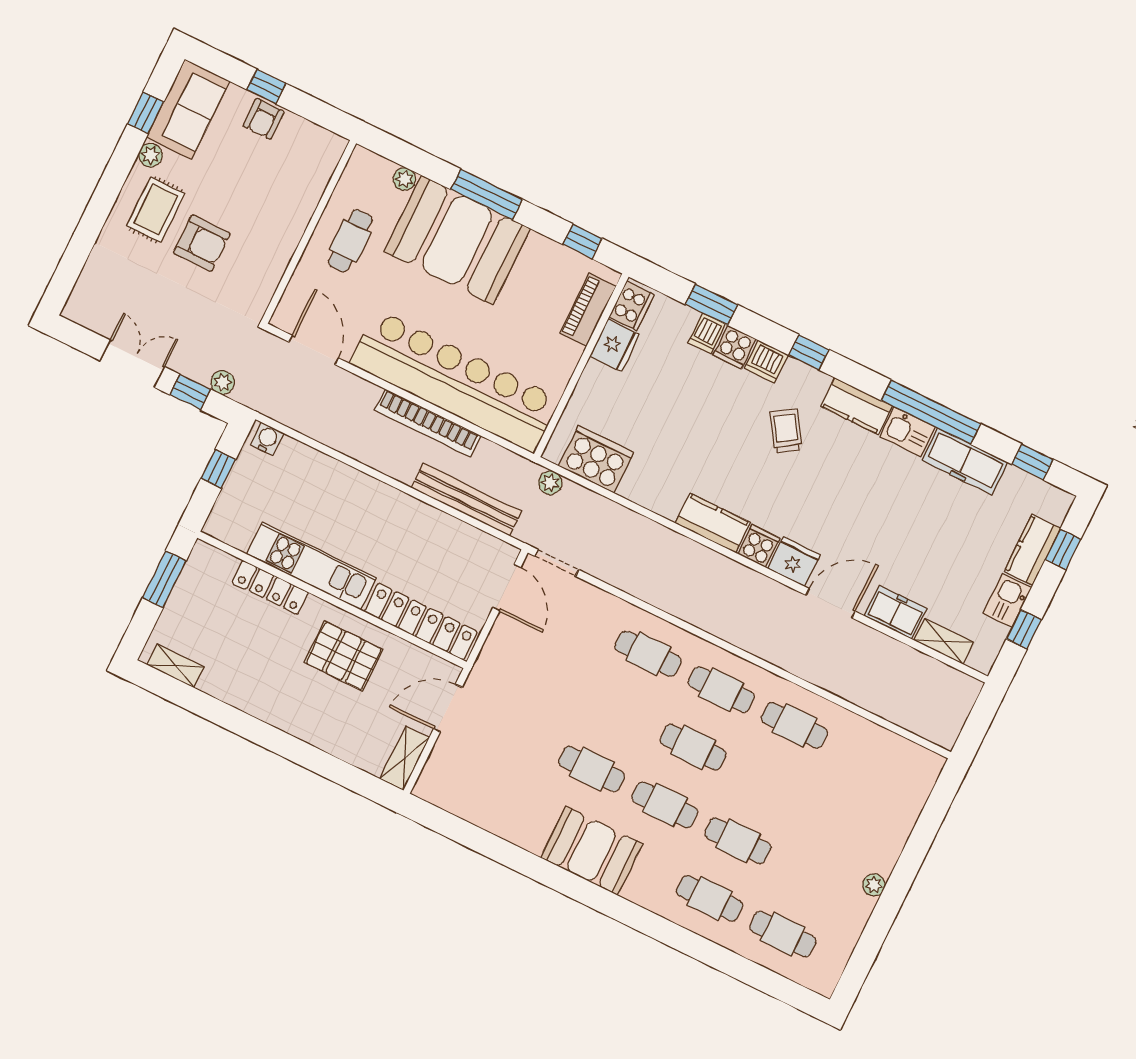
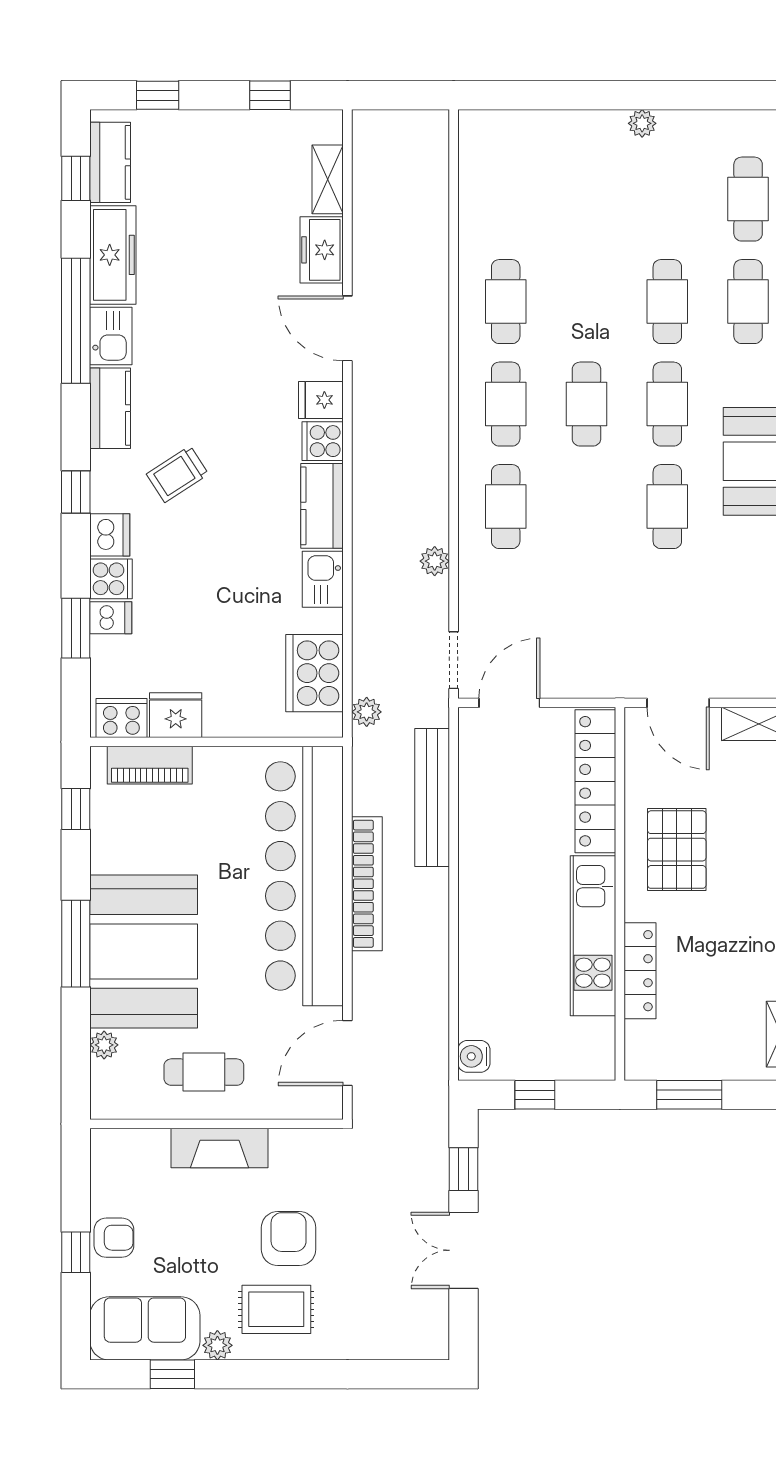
fireplace: (291, 225) -> (219, 1148), added
plant: (223, 382) -> (435, 561), moved
kitchen counter: (1032, 550) -> (110, 162), moved, turned -90
fridge: (794, 562) -> (321, 400), width x0.72
kitchen sink: (1007, 601) -> (323, 579), moved, turned 90

